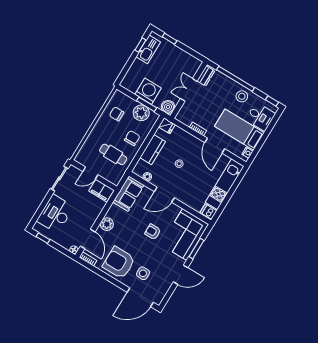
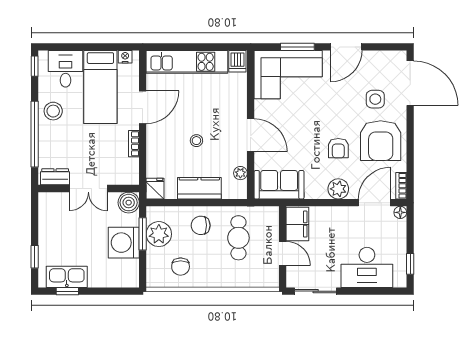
armchair: (153, 232) -> (338, 148), moved
door: (181, 275) -> (346, 47), swing flipped

